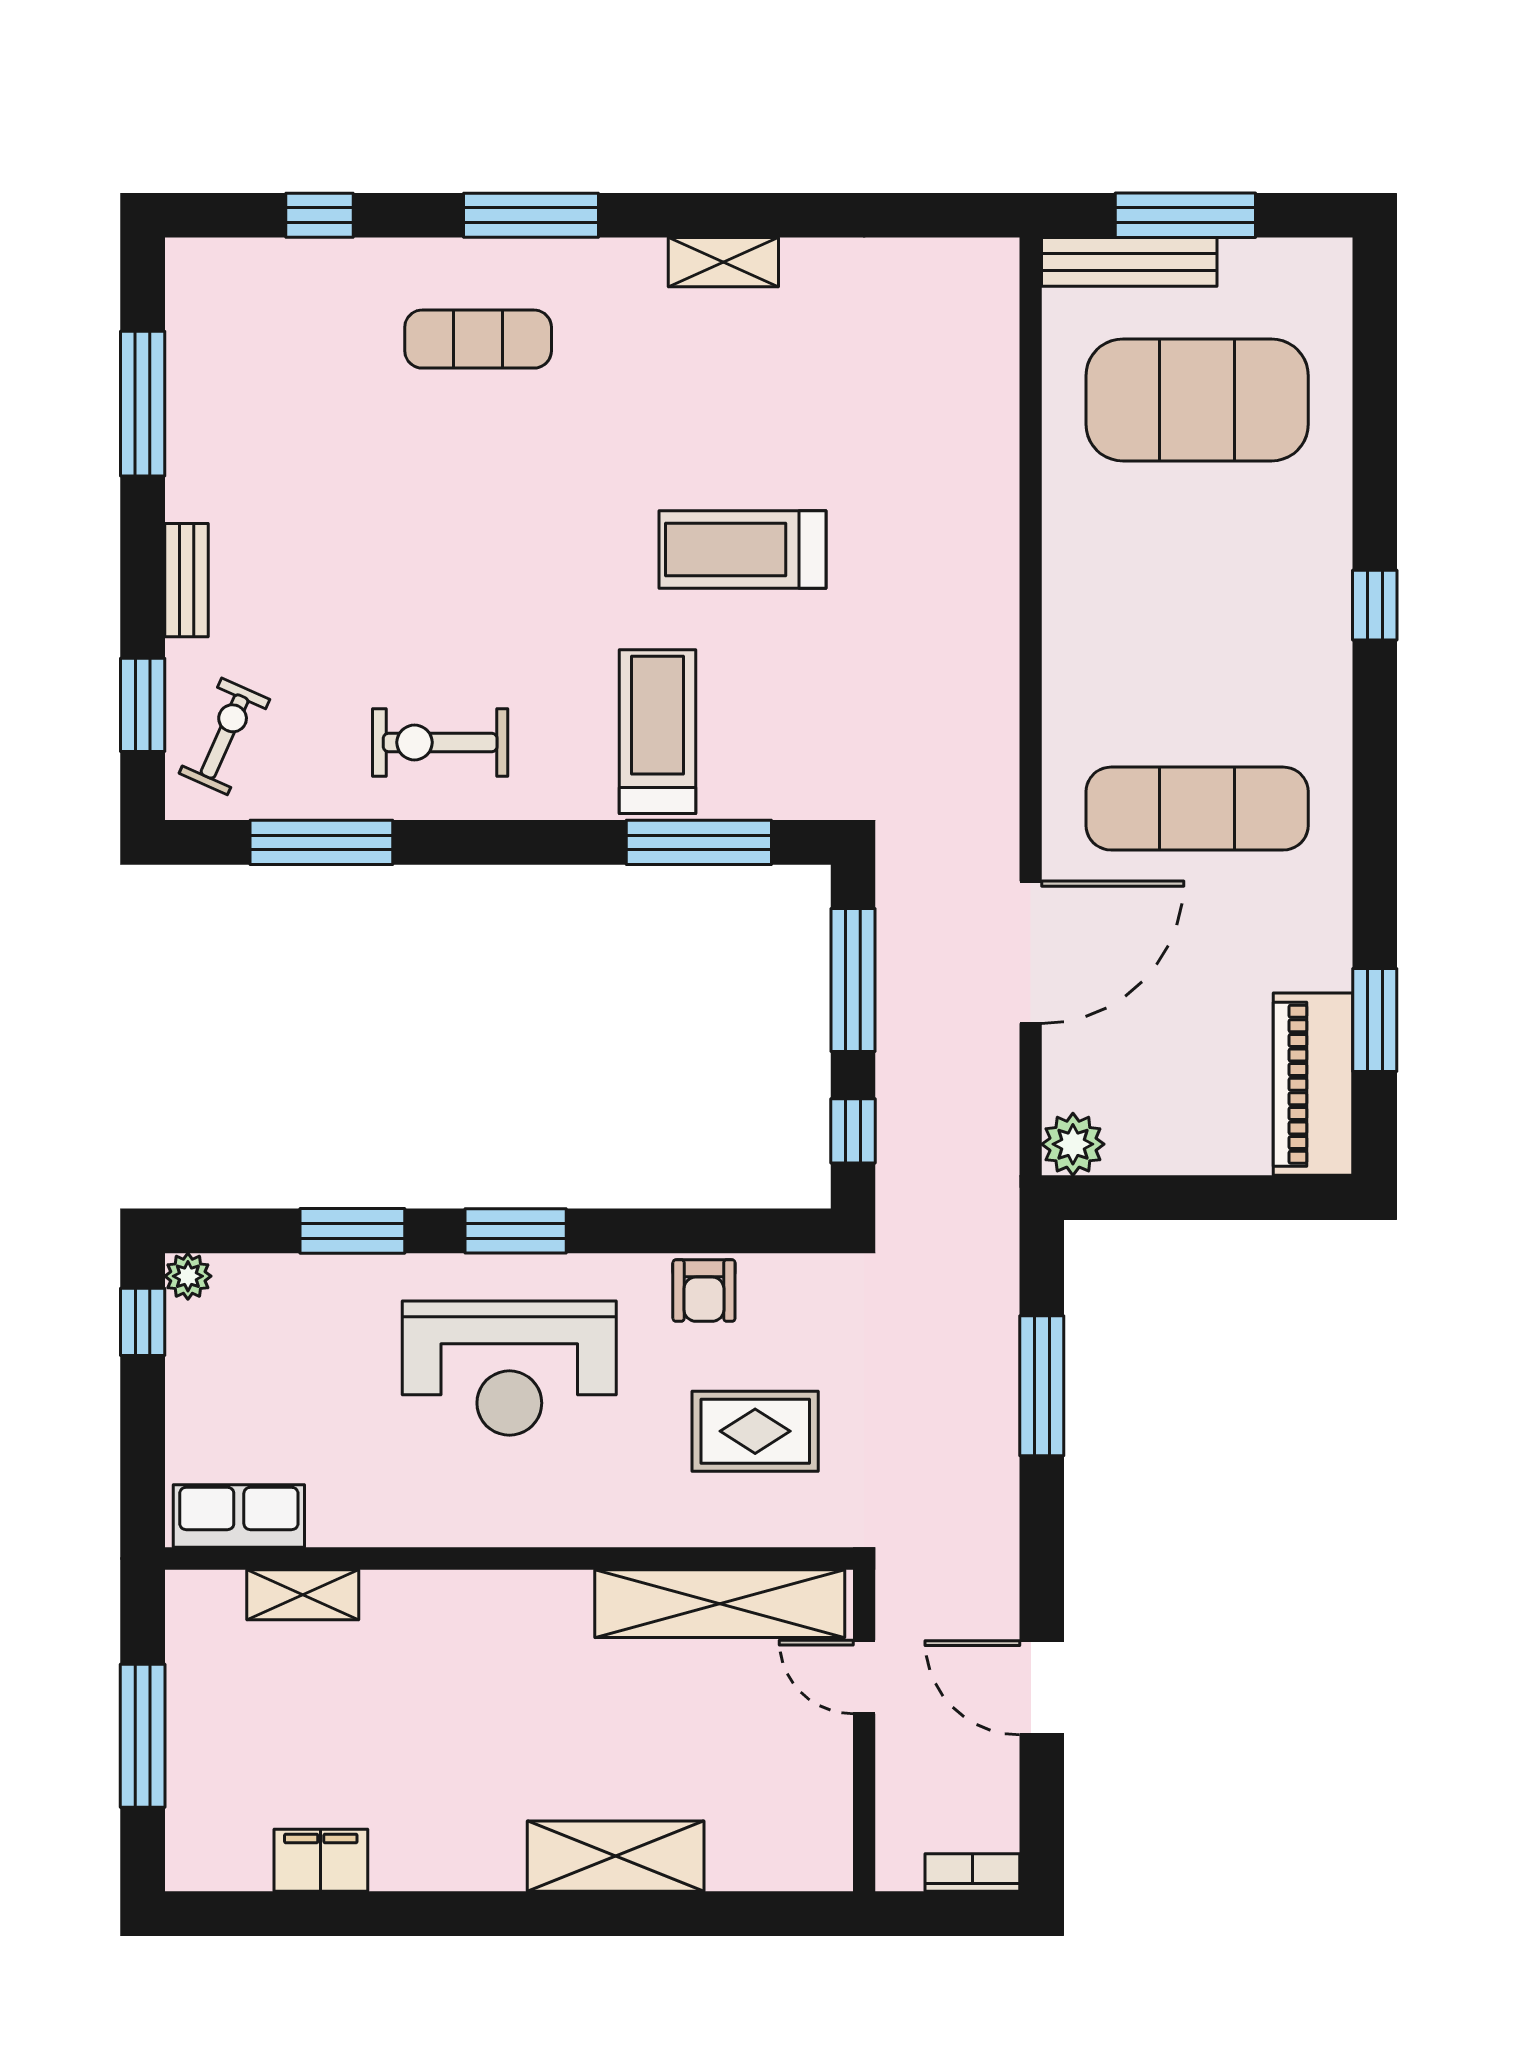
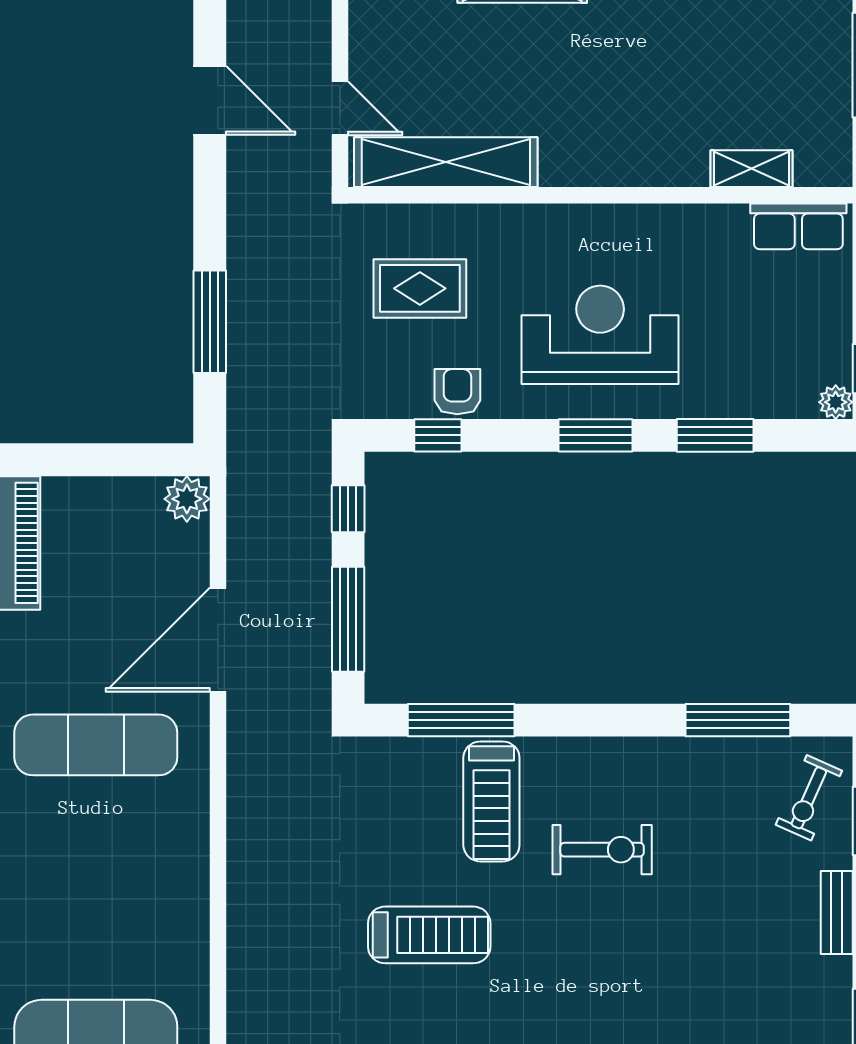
exercise bike: (440, 742) -> (602, 850), moved
window: (731, 1231) -> (438, 435), added

